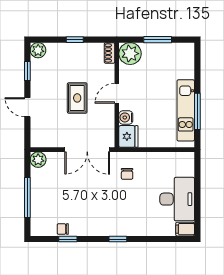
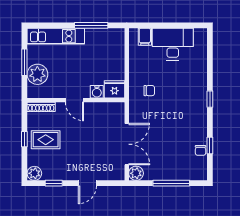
shoe rack: (109, 53) -> (41, 107), width x1.43
plant: (130, 54) -> (37, 74), moved
rug: (77, 98) -> (46, 140), moved
kitchen unit: (186, 110) -> (56, 36), moved
double door: (87, 150) -> (127, 144), moved
filing cabinet: (185, 229) -> (145, 37), moved

